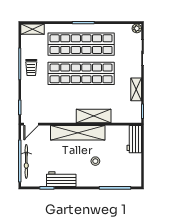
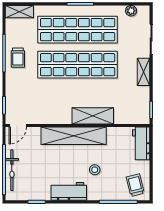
plant: (137, 28) -> (131, 11), moved
shelving: (136, 89) -> (144, 72), moved
trolley: (129, 174) -> (135, 185), added
workbench: (61, 179) -> (69, 191), moved

